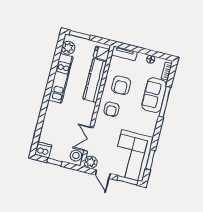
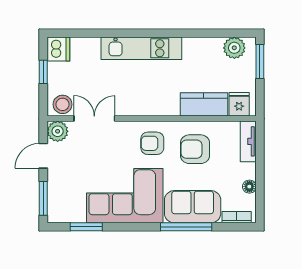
kitchen unit: (61, 78) -> (141, 48), moved
kitchen counter: (95, 80) -> (204, 104), width x0.67
corner sofa: (132, 156) -> (125, 196), moved

